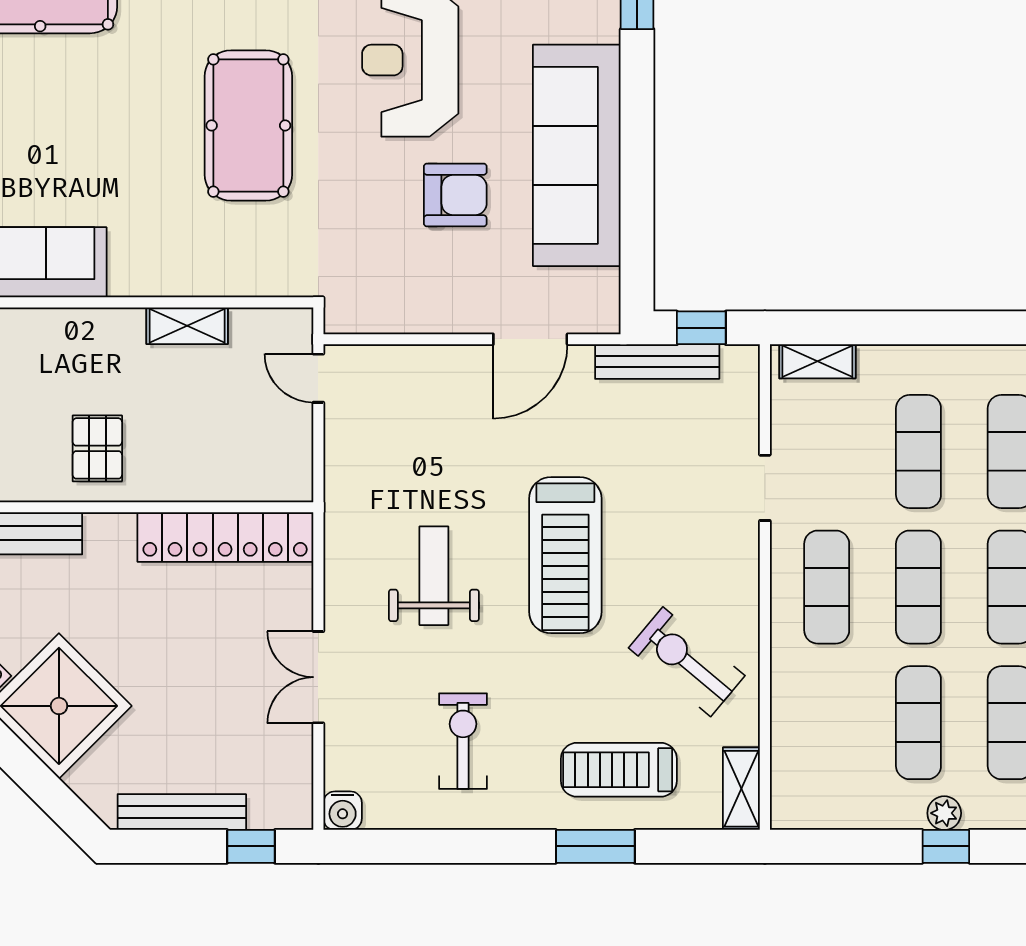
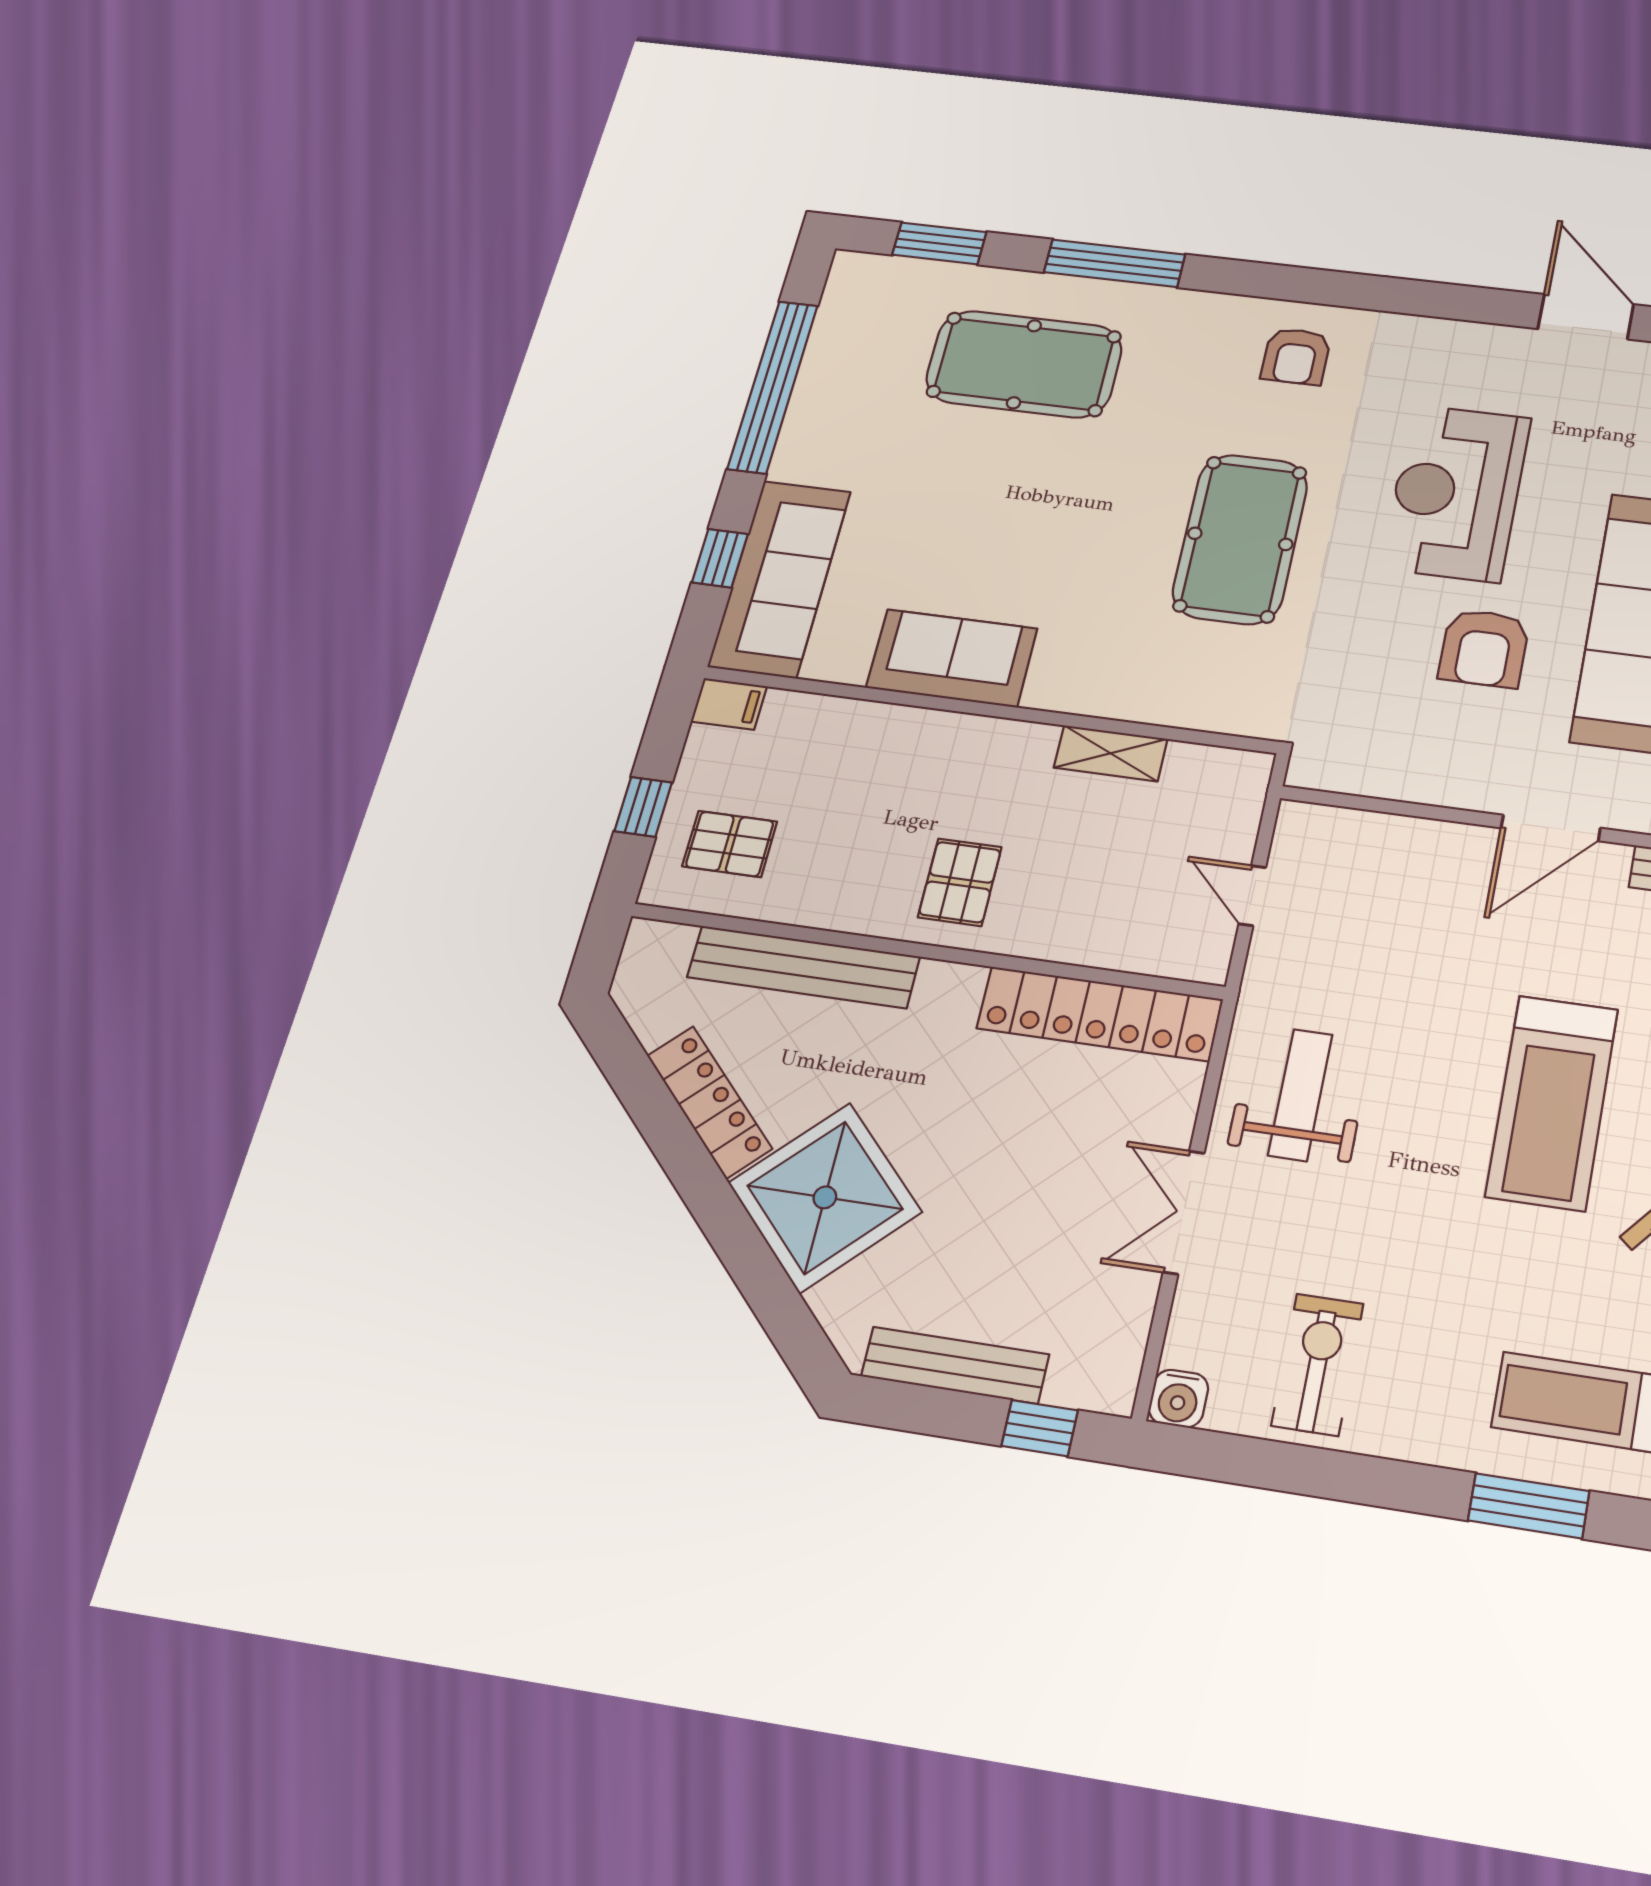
armchair: (455, 195) -> (1484, 648), turned 90
door: (318, 378) -> (1252, 896), moved
weight bench: (434, 576) -> (1300, 1095), moved
exercise bike: (463, 741) -> (1318, 1364), moved

